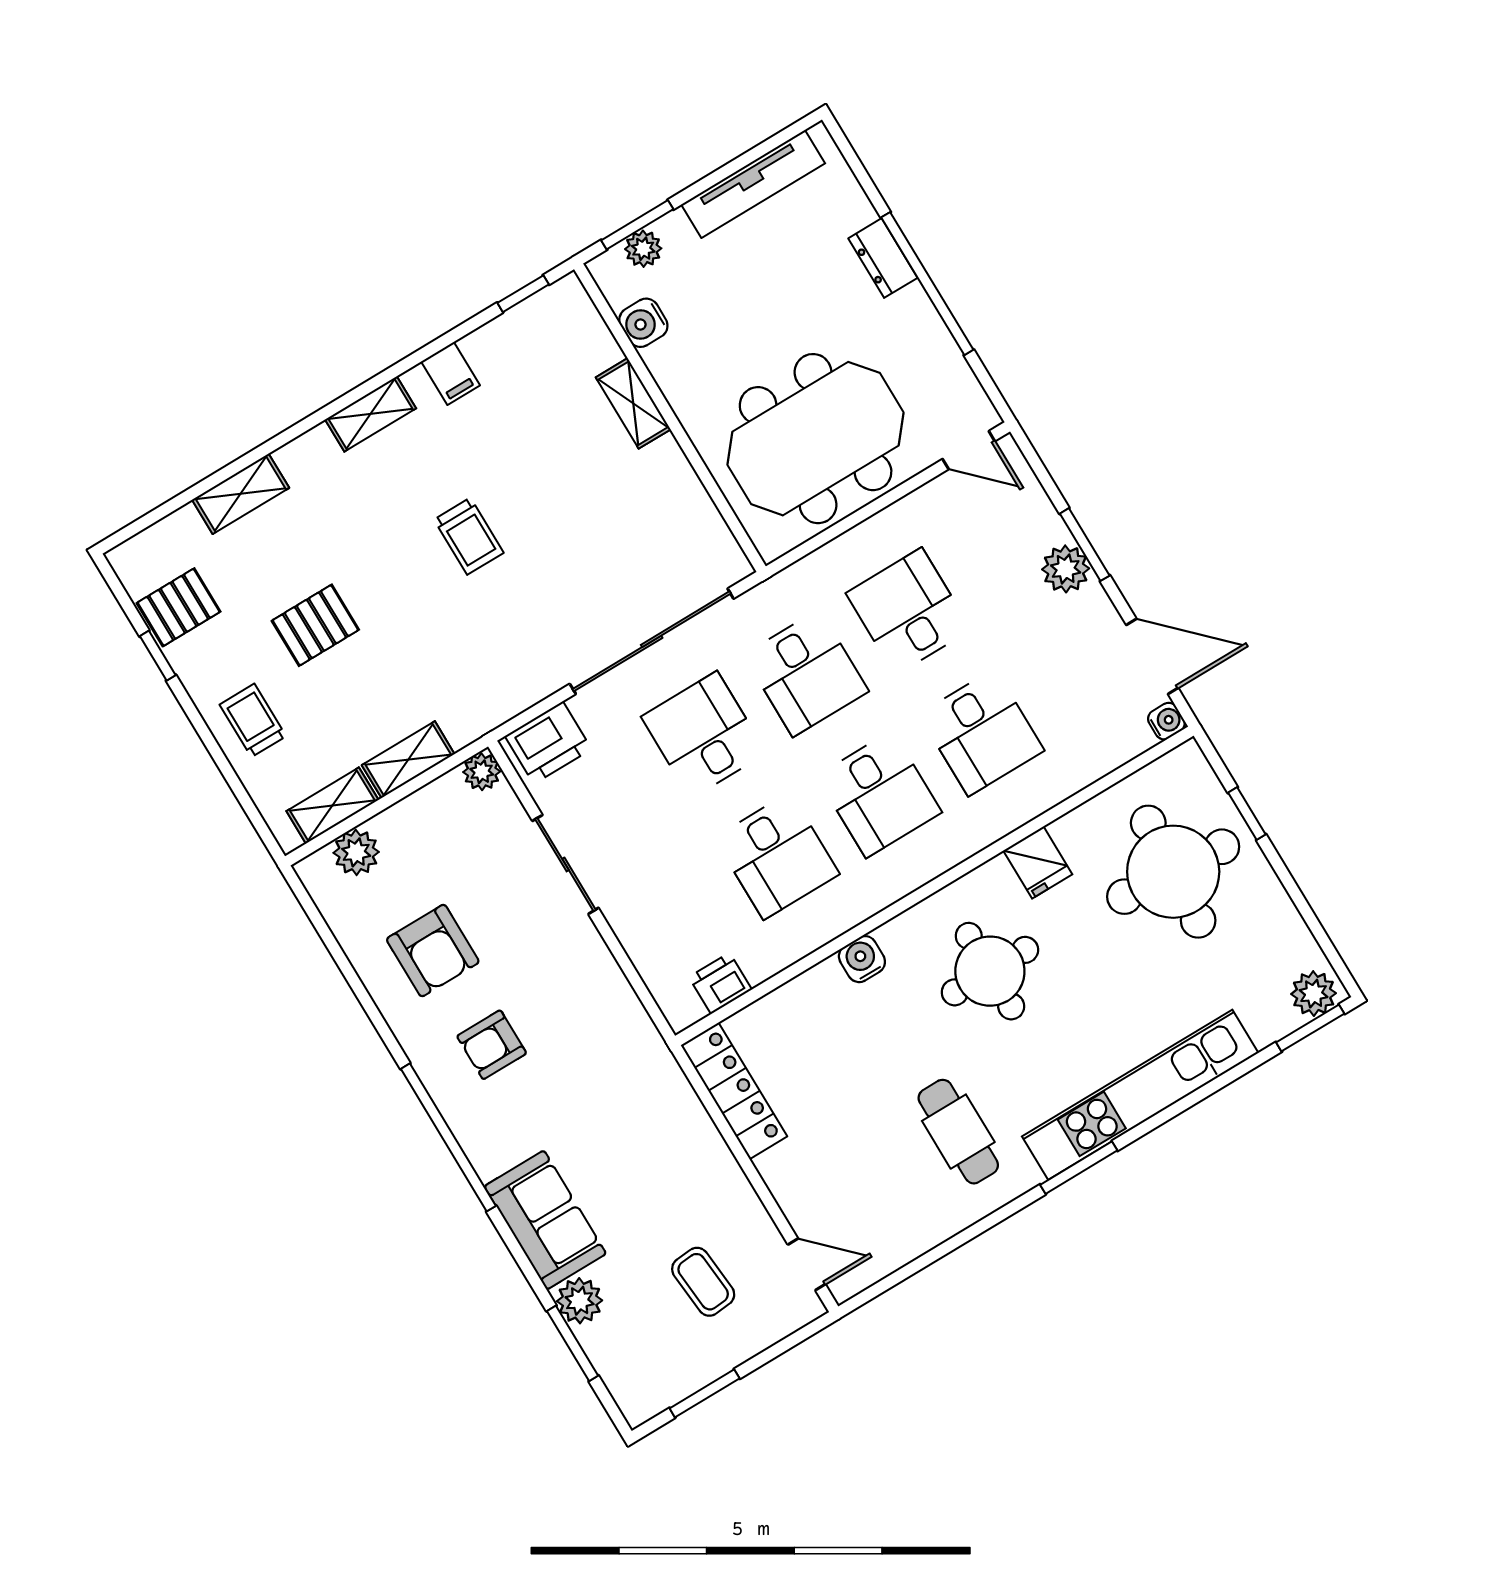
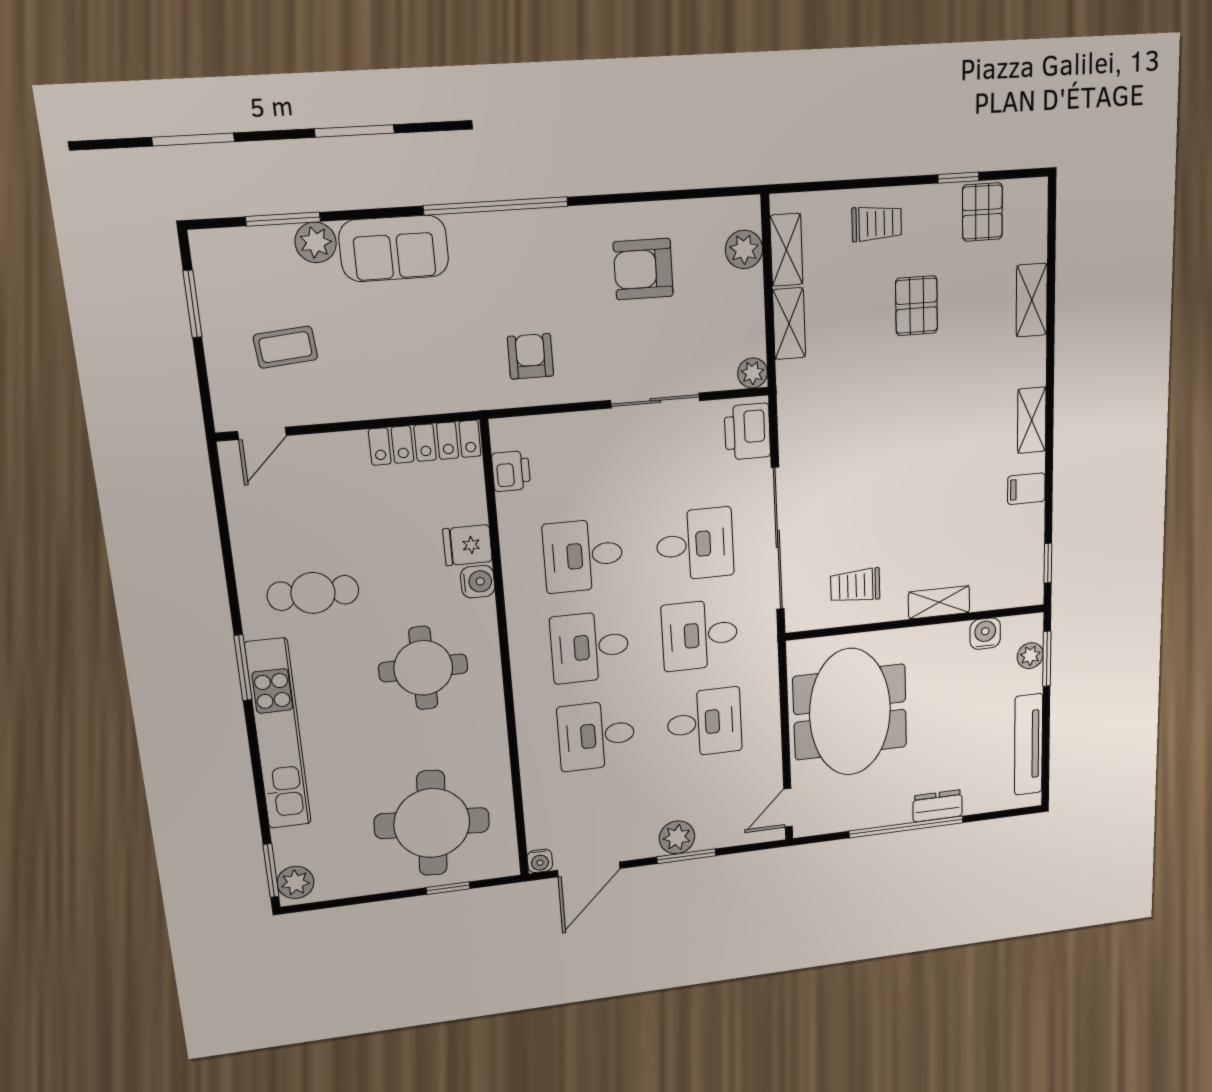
trolley: (469, 536) -> (855, 586), moved
fridge: (1038, 862) -> (468, 545), moved
armchair: (492, 1045) -> (530, 356), moved

